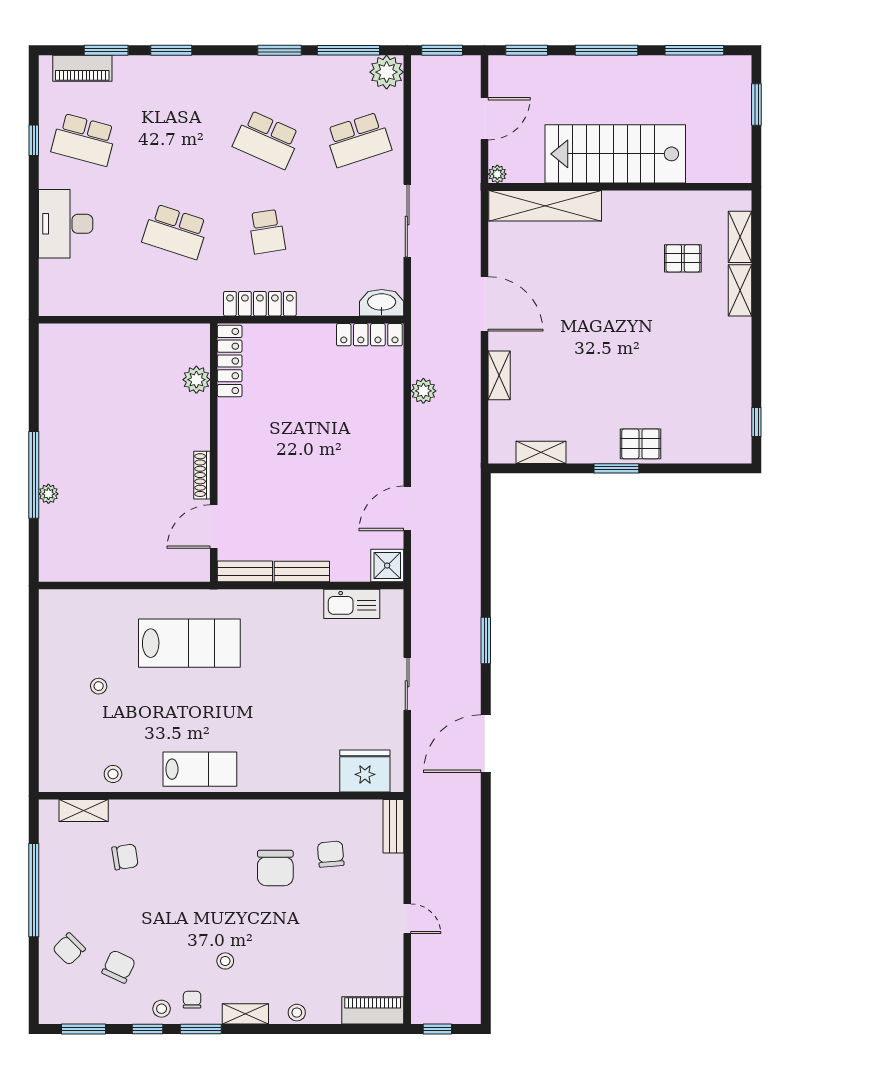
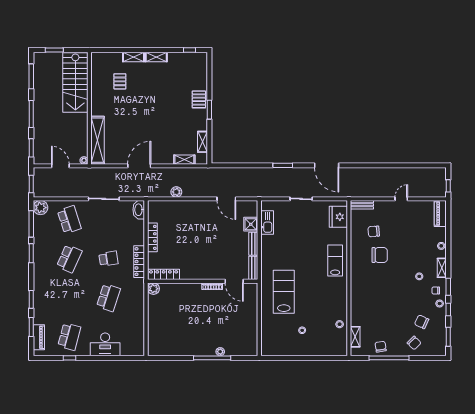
stairs: (615, 154) -> (75, 83), moved
shelving: (740, 237) -> (156, 57), moved
locker: (369, 335) -> (152, 237), moved
shelving: (499, 375) -> (184, 160), moved
plant: (196, 380) -> (153, 289), moved
shower: (387, 566) -> (251, 224), moved
lab bench: (200, 769) -> (335, 261), moved
chair: (125, 857) -> (381, 347), moved

